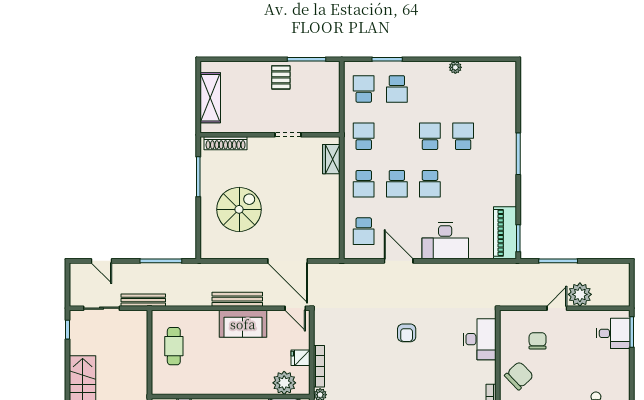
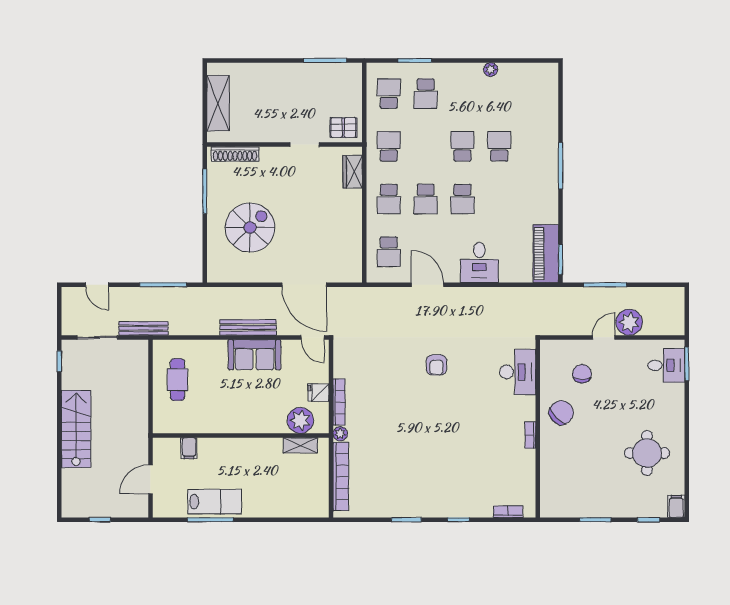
pallet: (281, 77) -> (343, 128), moved, turned 90
desk: (445, 241) -> (479, 262), width x0.73

